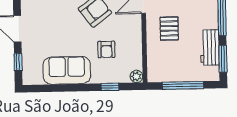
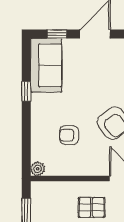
sofa: (67, 70) -> (46, 65), moved
window: (110, 87) -> (26, 91), moved

